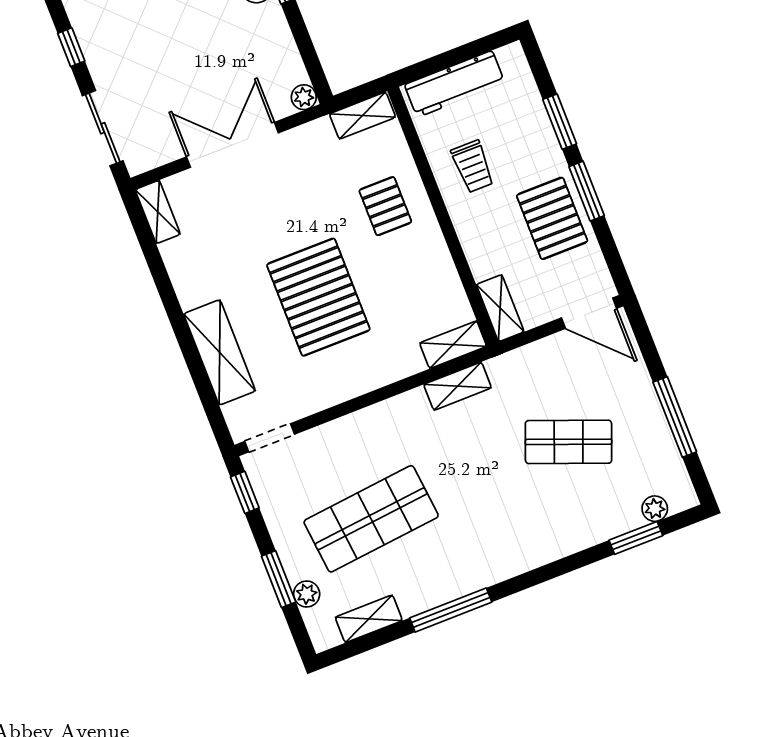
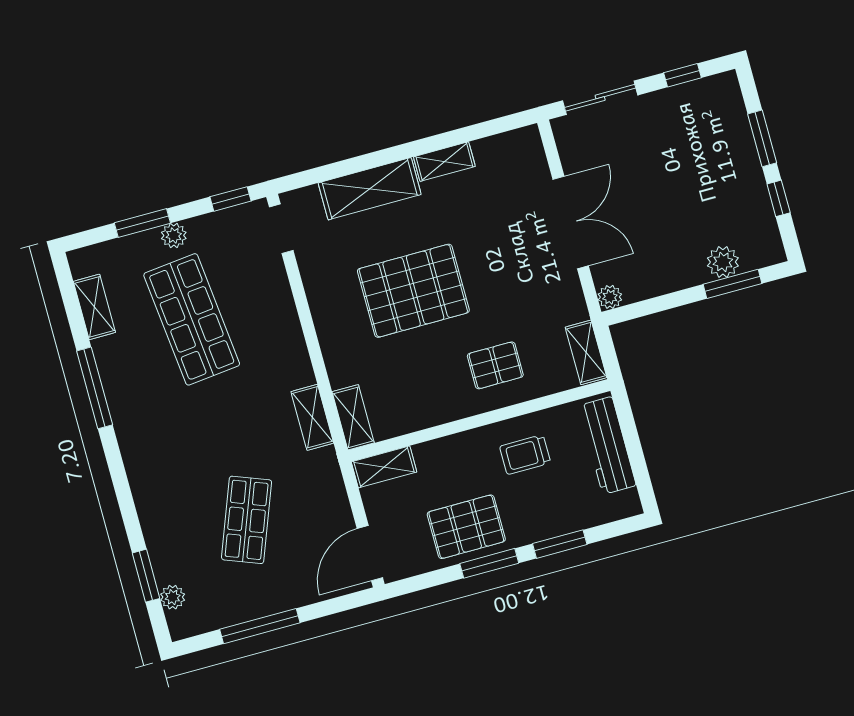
shelving: (158, 212) -> (444, 162), moved
plant: (307, 594) -> (174, 235), moved

